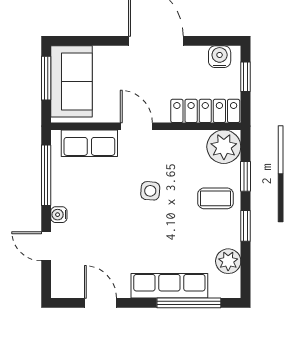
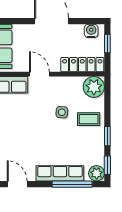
window: (245, 176) -> (107, 165), moved
side table: (150, 191) -> (62, 112), moved
plant: (228, 261) -> (97, 173), moved

